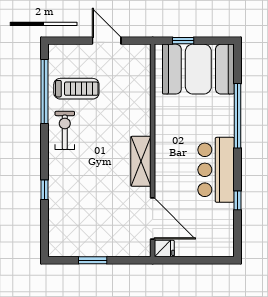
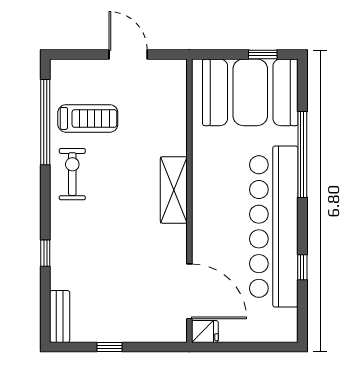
window: (183, 41) -> (263, 54), moved
shelving: (141, 161) -> (174, 190), moved
bar counter: (216, 170) -> (274, 227), width x1.86
bench: (55, 237) -> (60, 316), added
window: (93, 260) -> (109, 347), width x0.67

